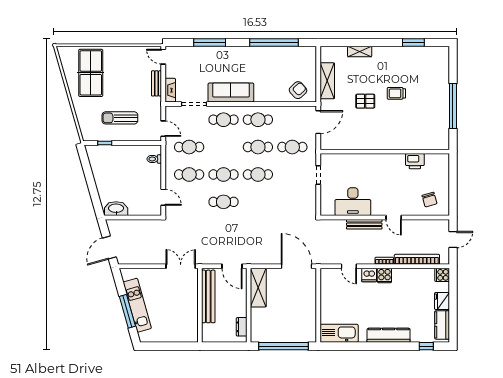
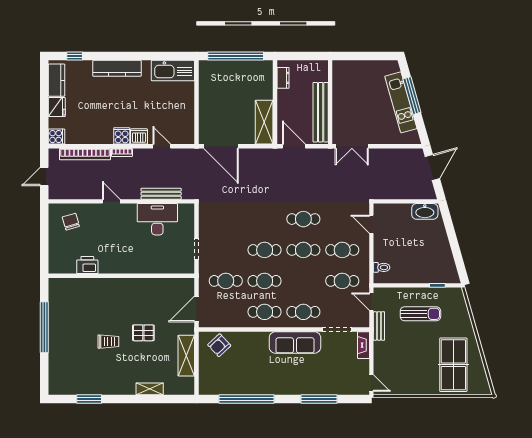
bench: (157, 83) -> (379, 326), moved
bench: (364, 224) -> (161, 194), moved

